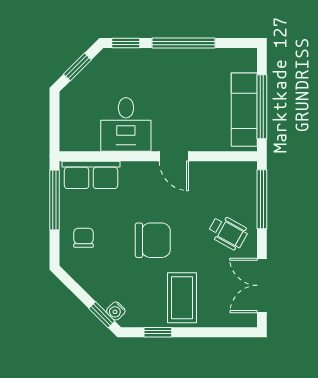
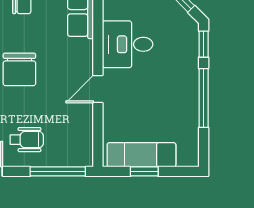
window: (262, 107) -> (144, 171), width x0.46
wheelchair: (228, 232) -> (27, 140), turned -119

